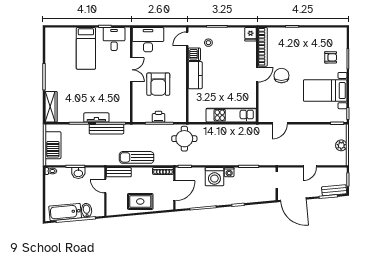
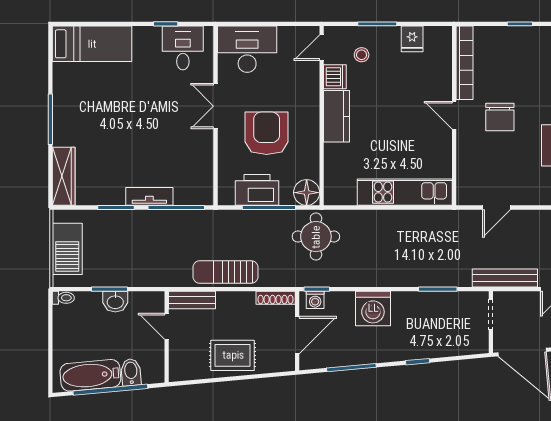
fridge: (251, 34) -> (412, 39), moved
bed: (86, 48) -> (92, 44), moved, turned -90
double door: (131, 70) -> (216, 106), swing flipped
door: (257, 75) -> (454, 115), swing flipped
chair: (281, 76) -> (500, 117), turned 180
armchair: (158, 84) -> (267, 133), turned 180
floor lamp: (179, 115) -> (307, 193), added
printer: (159, 117) -> (257, 190), width x1.87, depth x1.48
bench: (106, 129) -> (505, 278), moved
washing machine: (229, 172) -> (315, 300), moved

